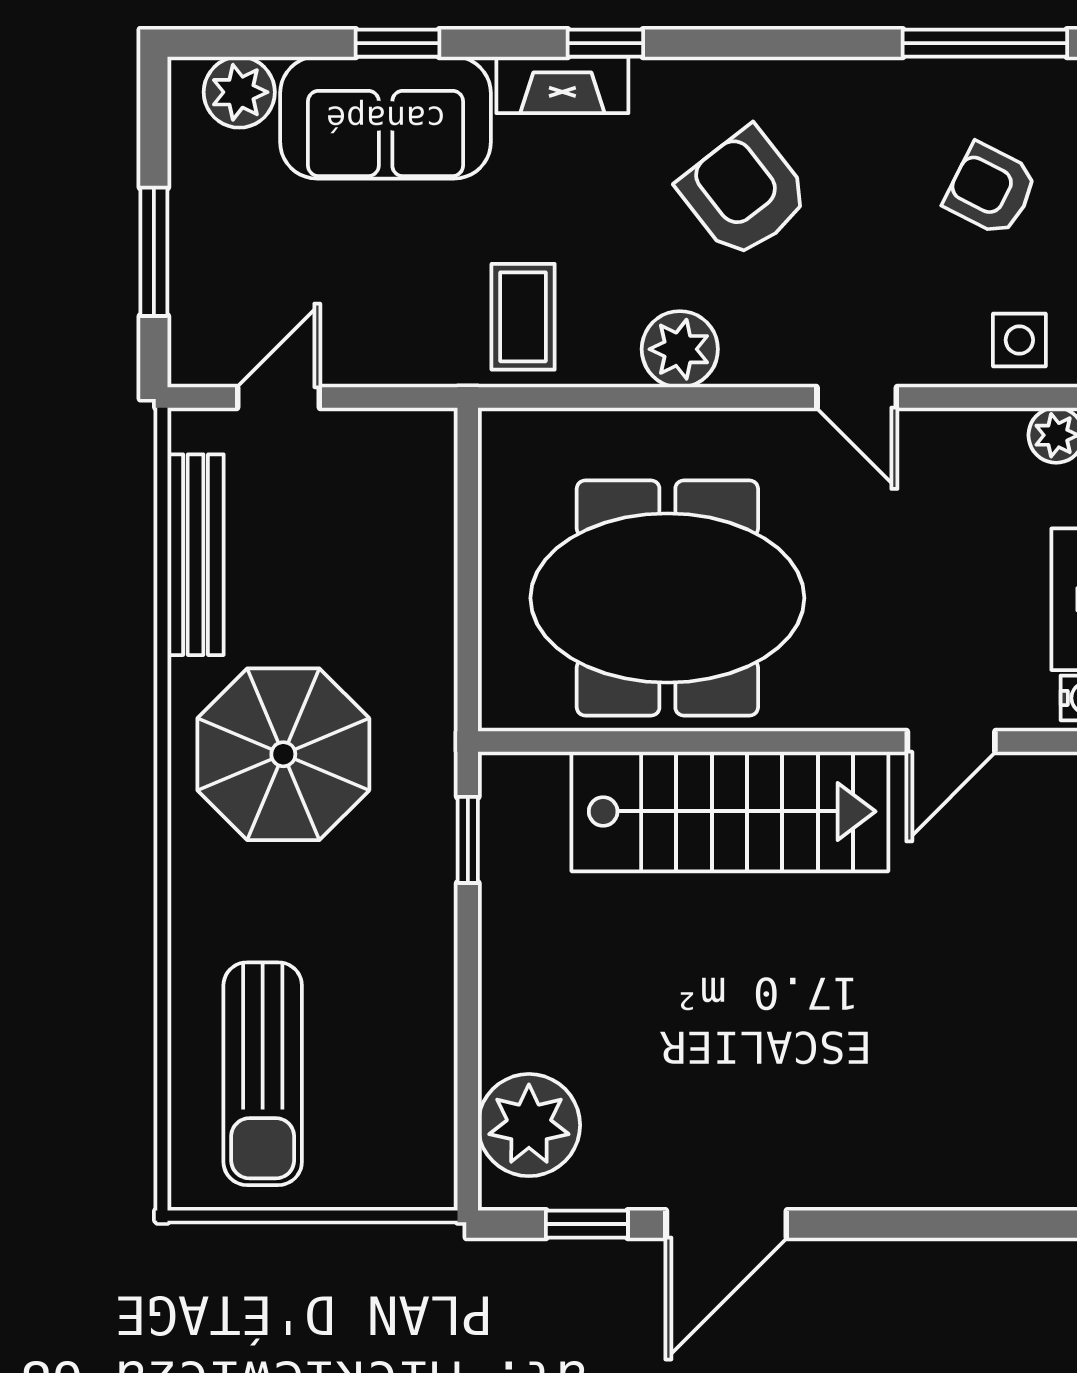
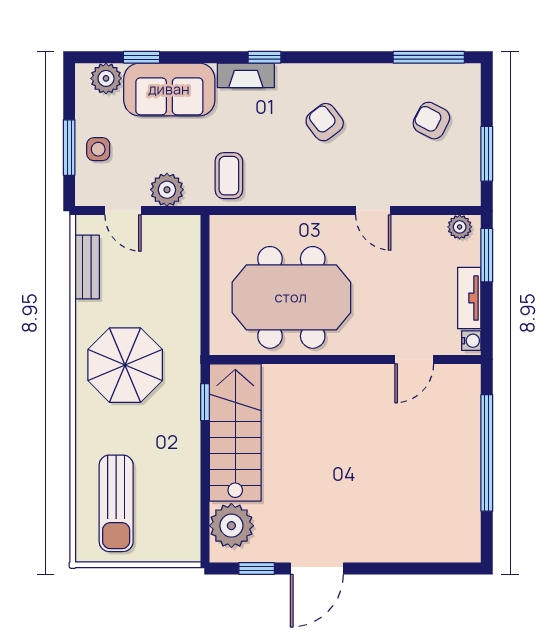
window: (397, 43) -> (142, 57), moved
armchair: (744, 193) -> (325, 122), width x0.72, depth x0.72
side table: (1019, 340) -> (98, 149), moved
plant: (680, 349) -> (167, 190), moved
door: (279, 397) -> (123, 211), swing flipped
bench: (196, 555) -> (87, 267), width x0.73
stairs: (730, 811) -> (235, 433), moved, turned -90

